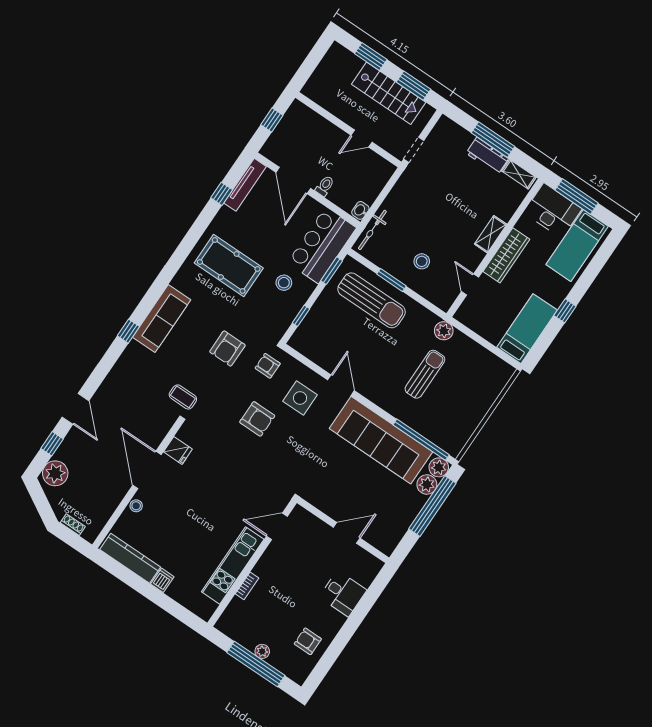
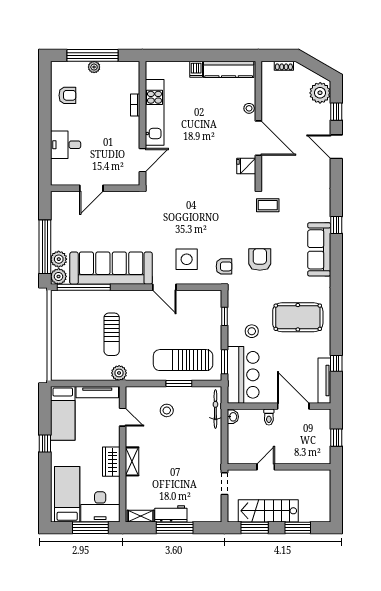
wardrobe: (506, 255) -> (111, 462), width x0.67
tv unit: (478, 327) -> (97, 392), added
armchair: (257, 419) -> (206, 225), removed

